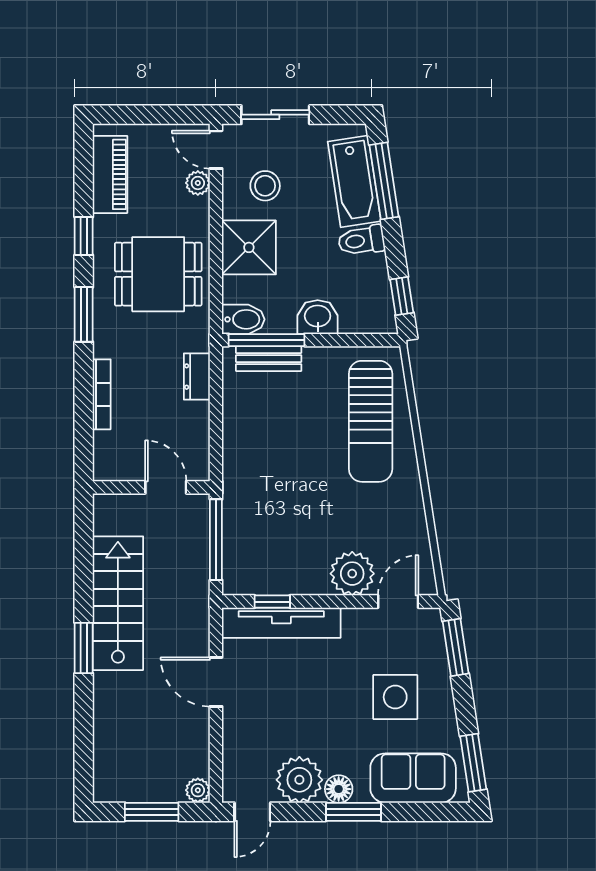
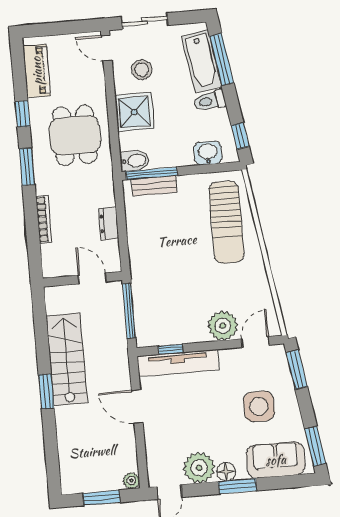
plant: (198, 183) -> (96, 72), removed
dining table: (158, 274) -> (75, 135), turned 90
washbasin: (318, 317) -> (208, 153), moved
dresser: (197, 377) -> (109, 223), moved

